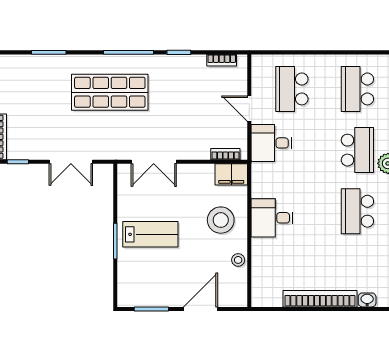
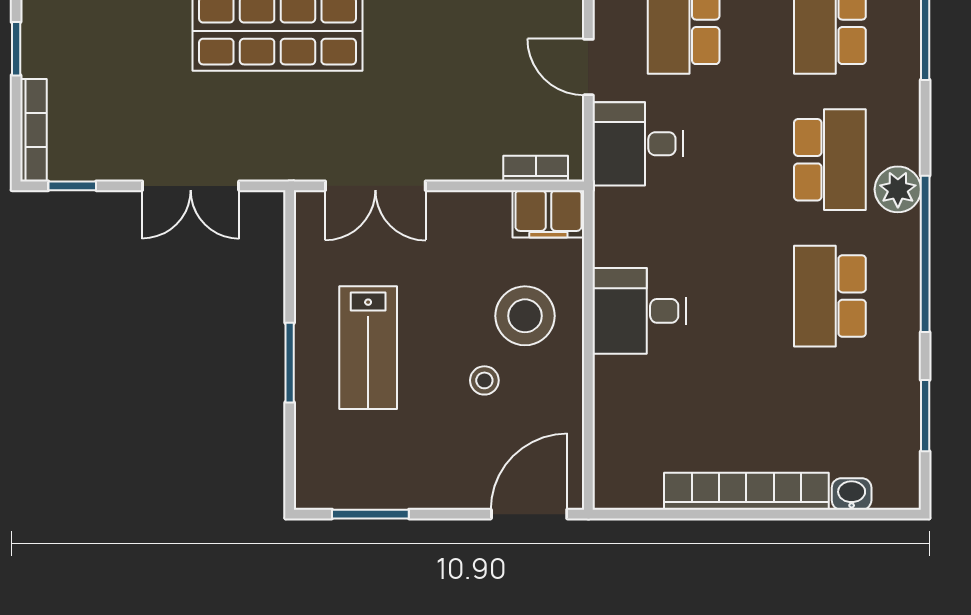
lab bench: (150, 234) -> (368, 348), turned 90
stool: (238, 260) -> (484, 380), moved
door: (200, 309) -> (529, 514), moved

